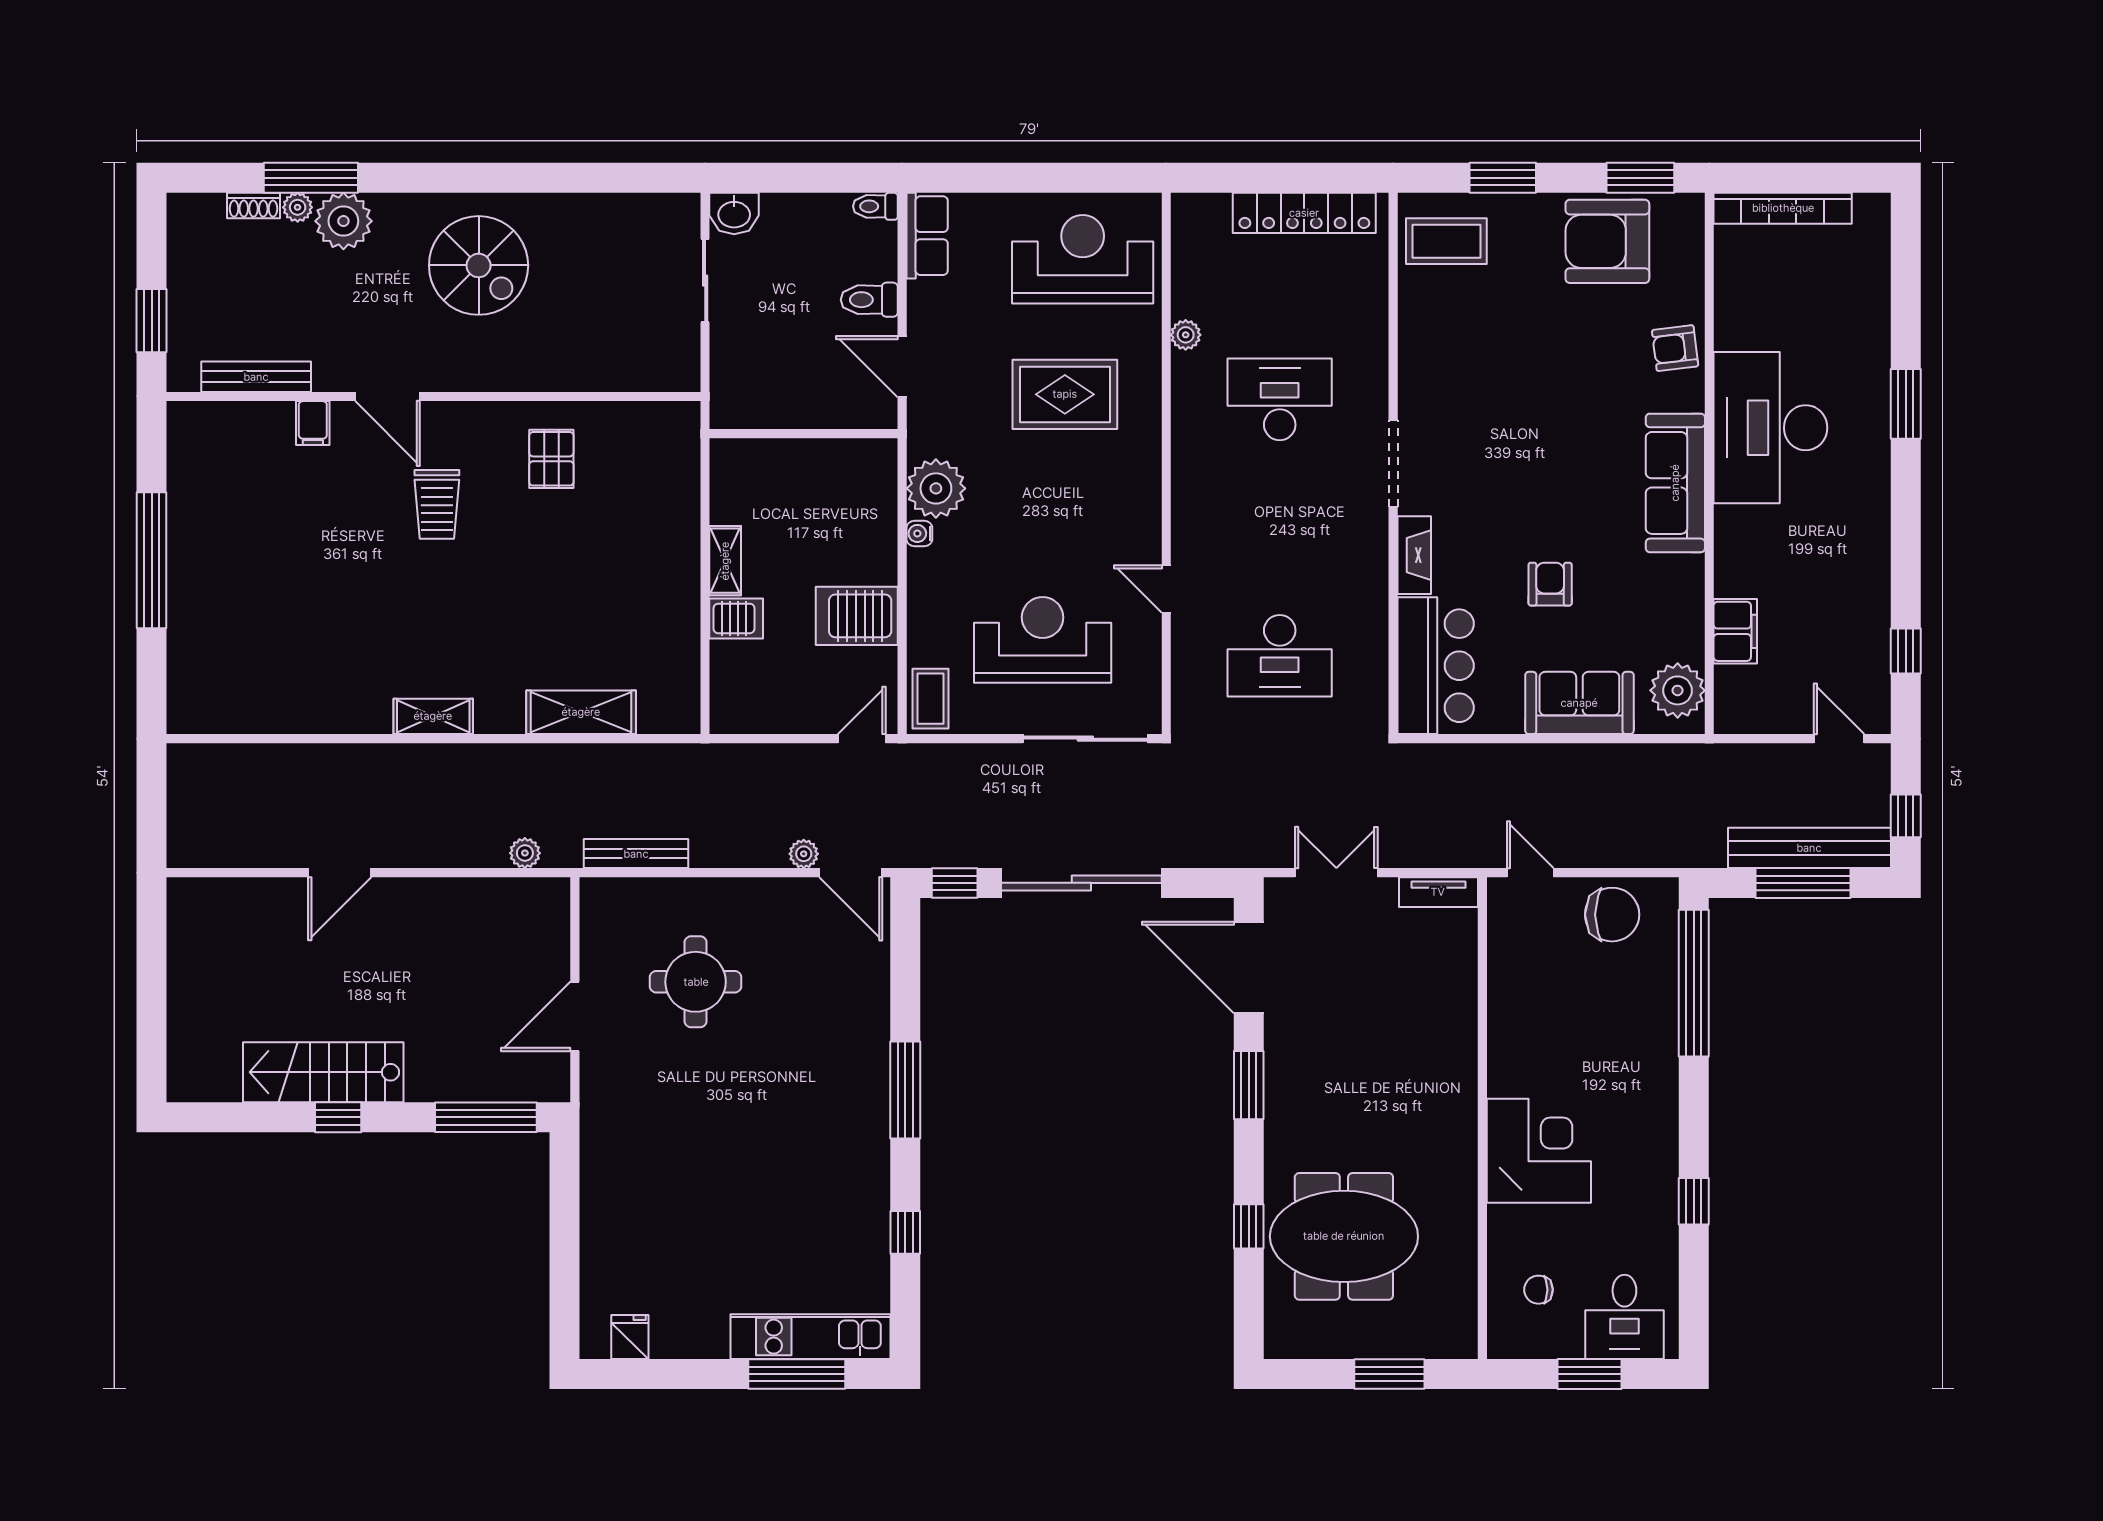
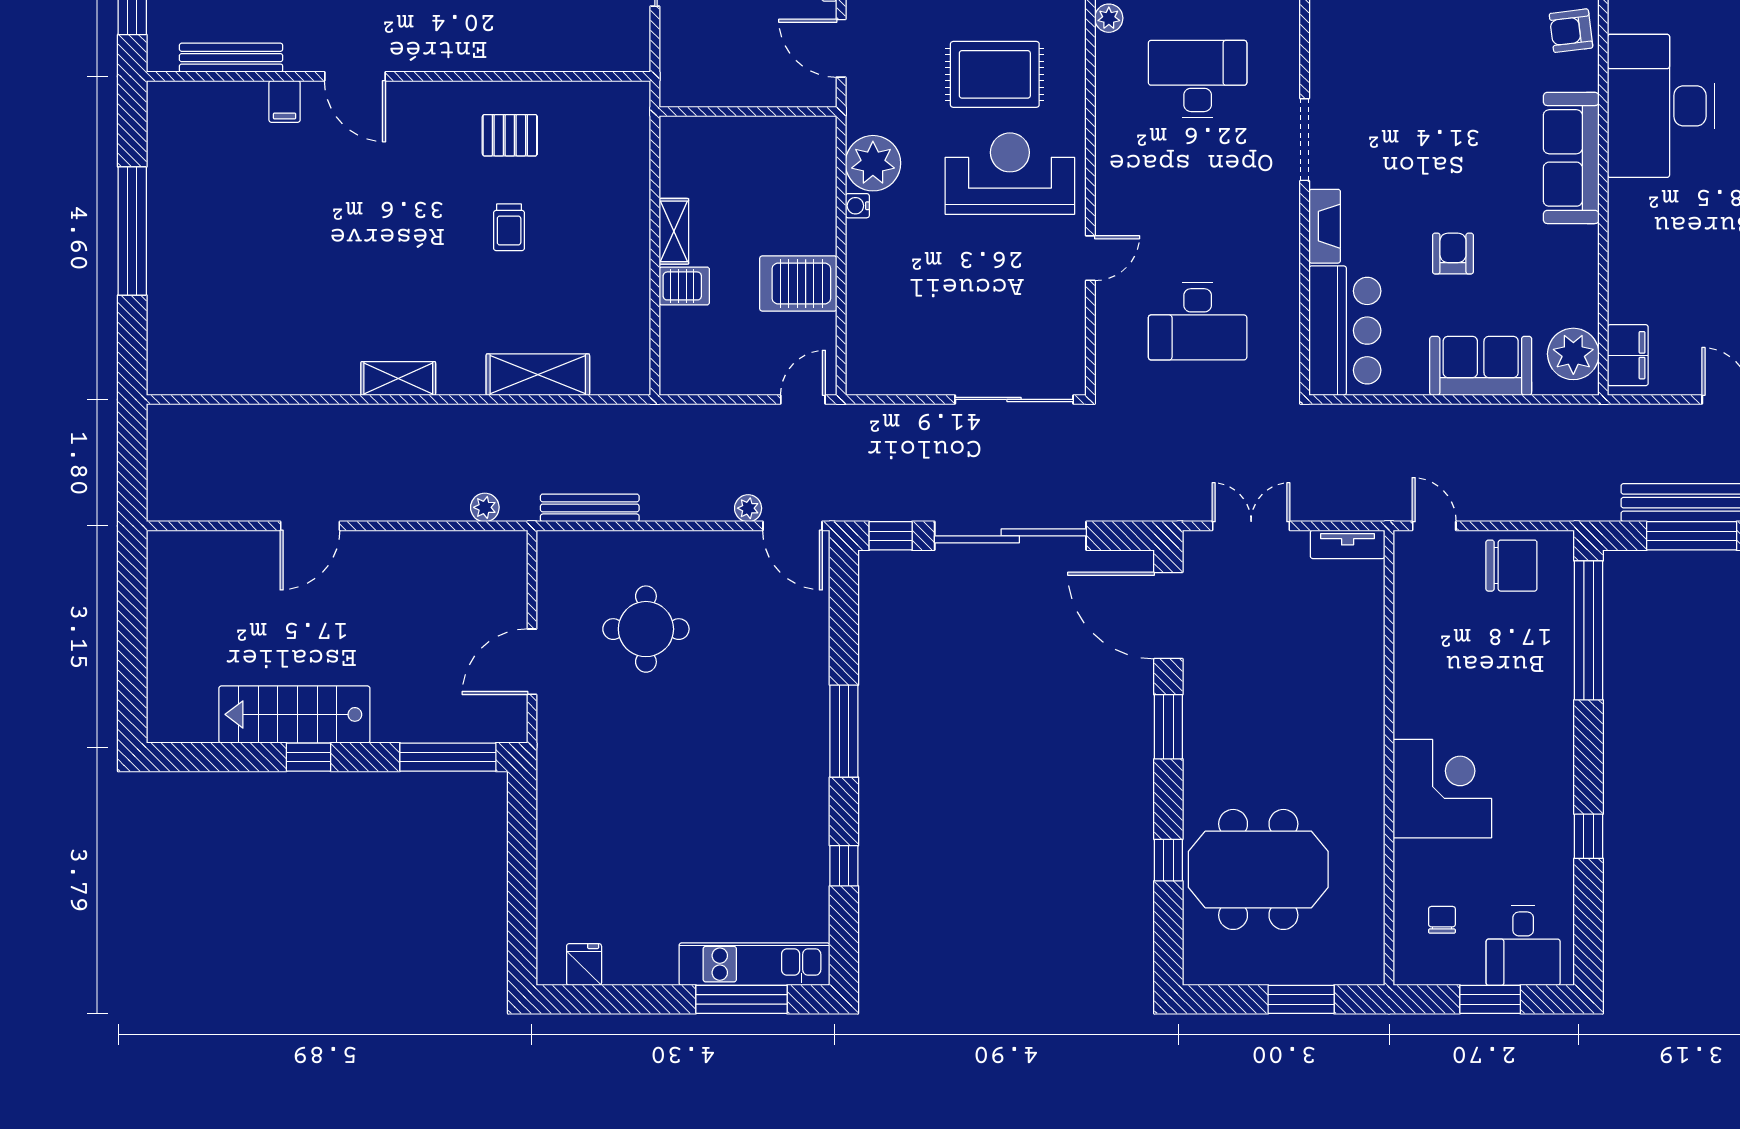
pallet: (551, 459) -> (510, 135), turned 90
trolley: (437, 504) -> (509, 227), moved, width x0.73, depth x0.72
door: (1166, 589) -> (1090, 258), swing flipped
filing cabinet: (1735, 631) -> (1628, 355), moved
reception desk: (1043, 640) -> (1010, 174), moved
coffee table: (930, 699) -> (868, 362), removed
chair: (1538, 1290) -> (1442, 920), turned 90

